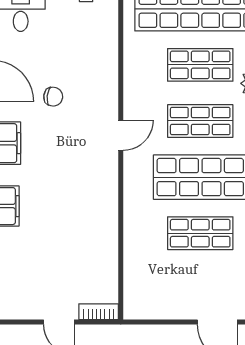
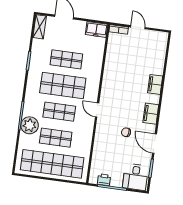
door: (121, 135) -> (97, 110), hinge flipped
freezer: (145, 305) -> (97, 29), added

